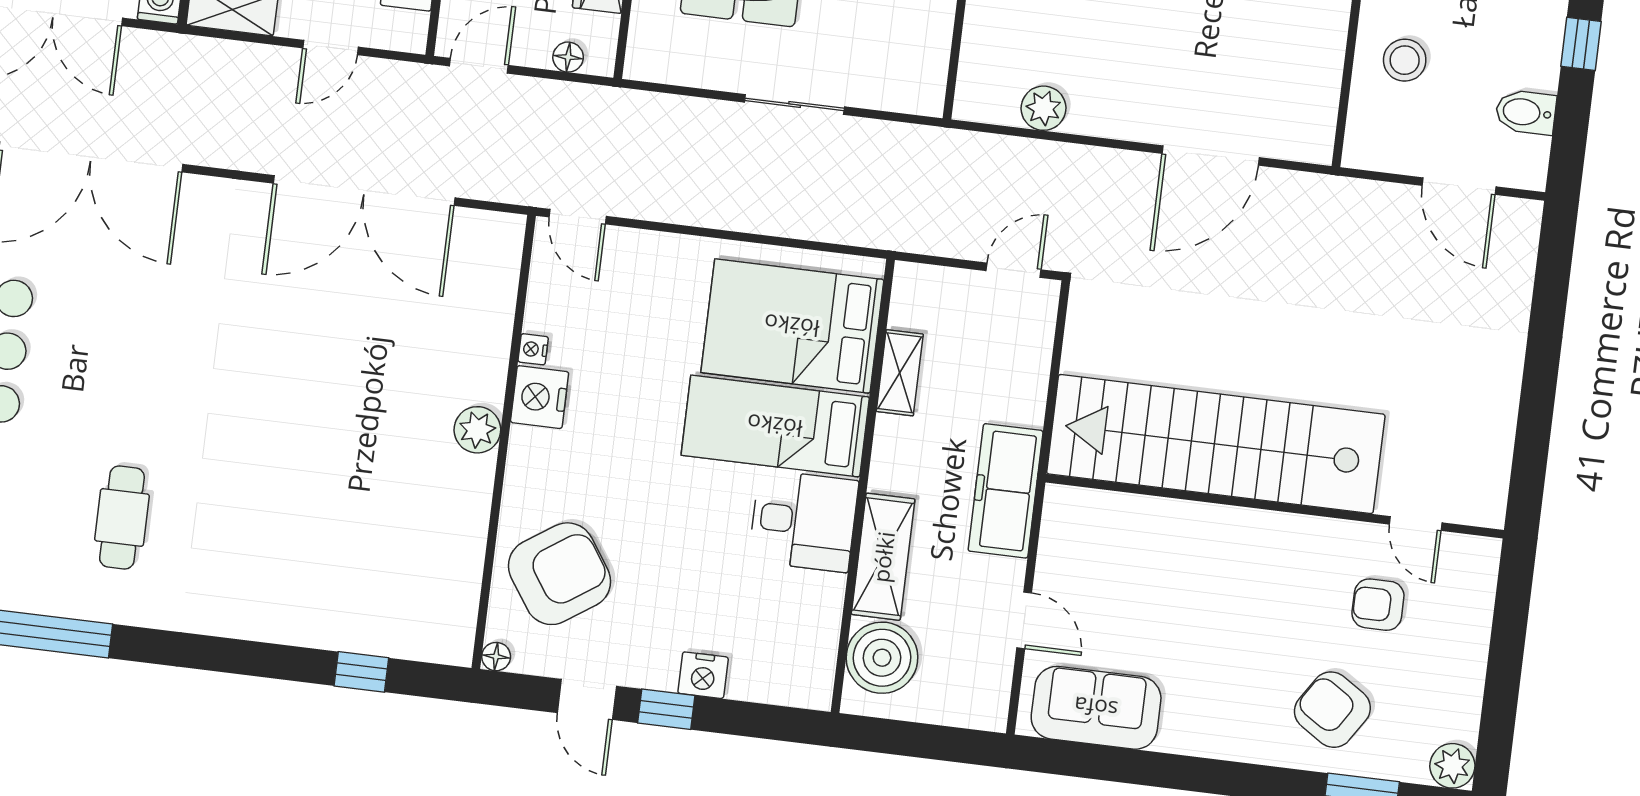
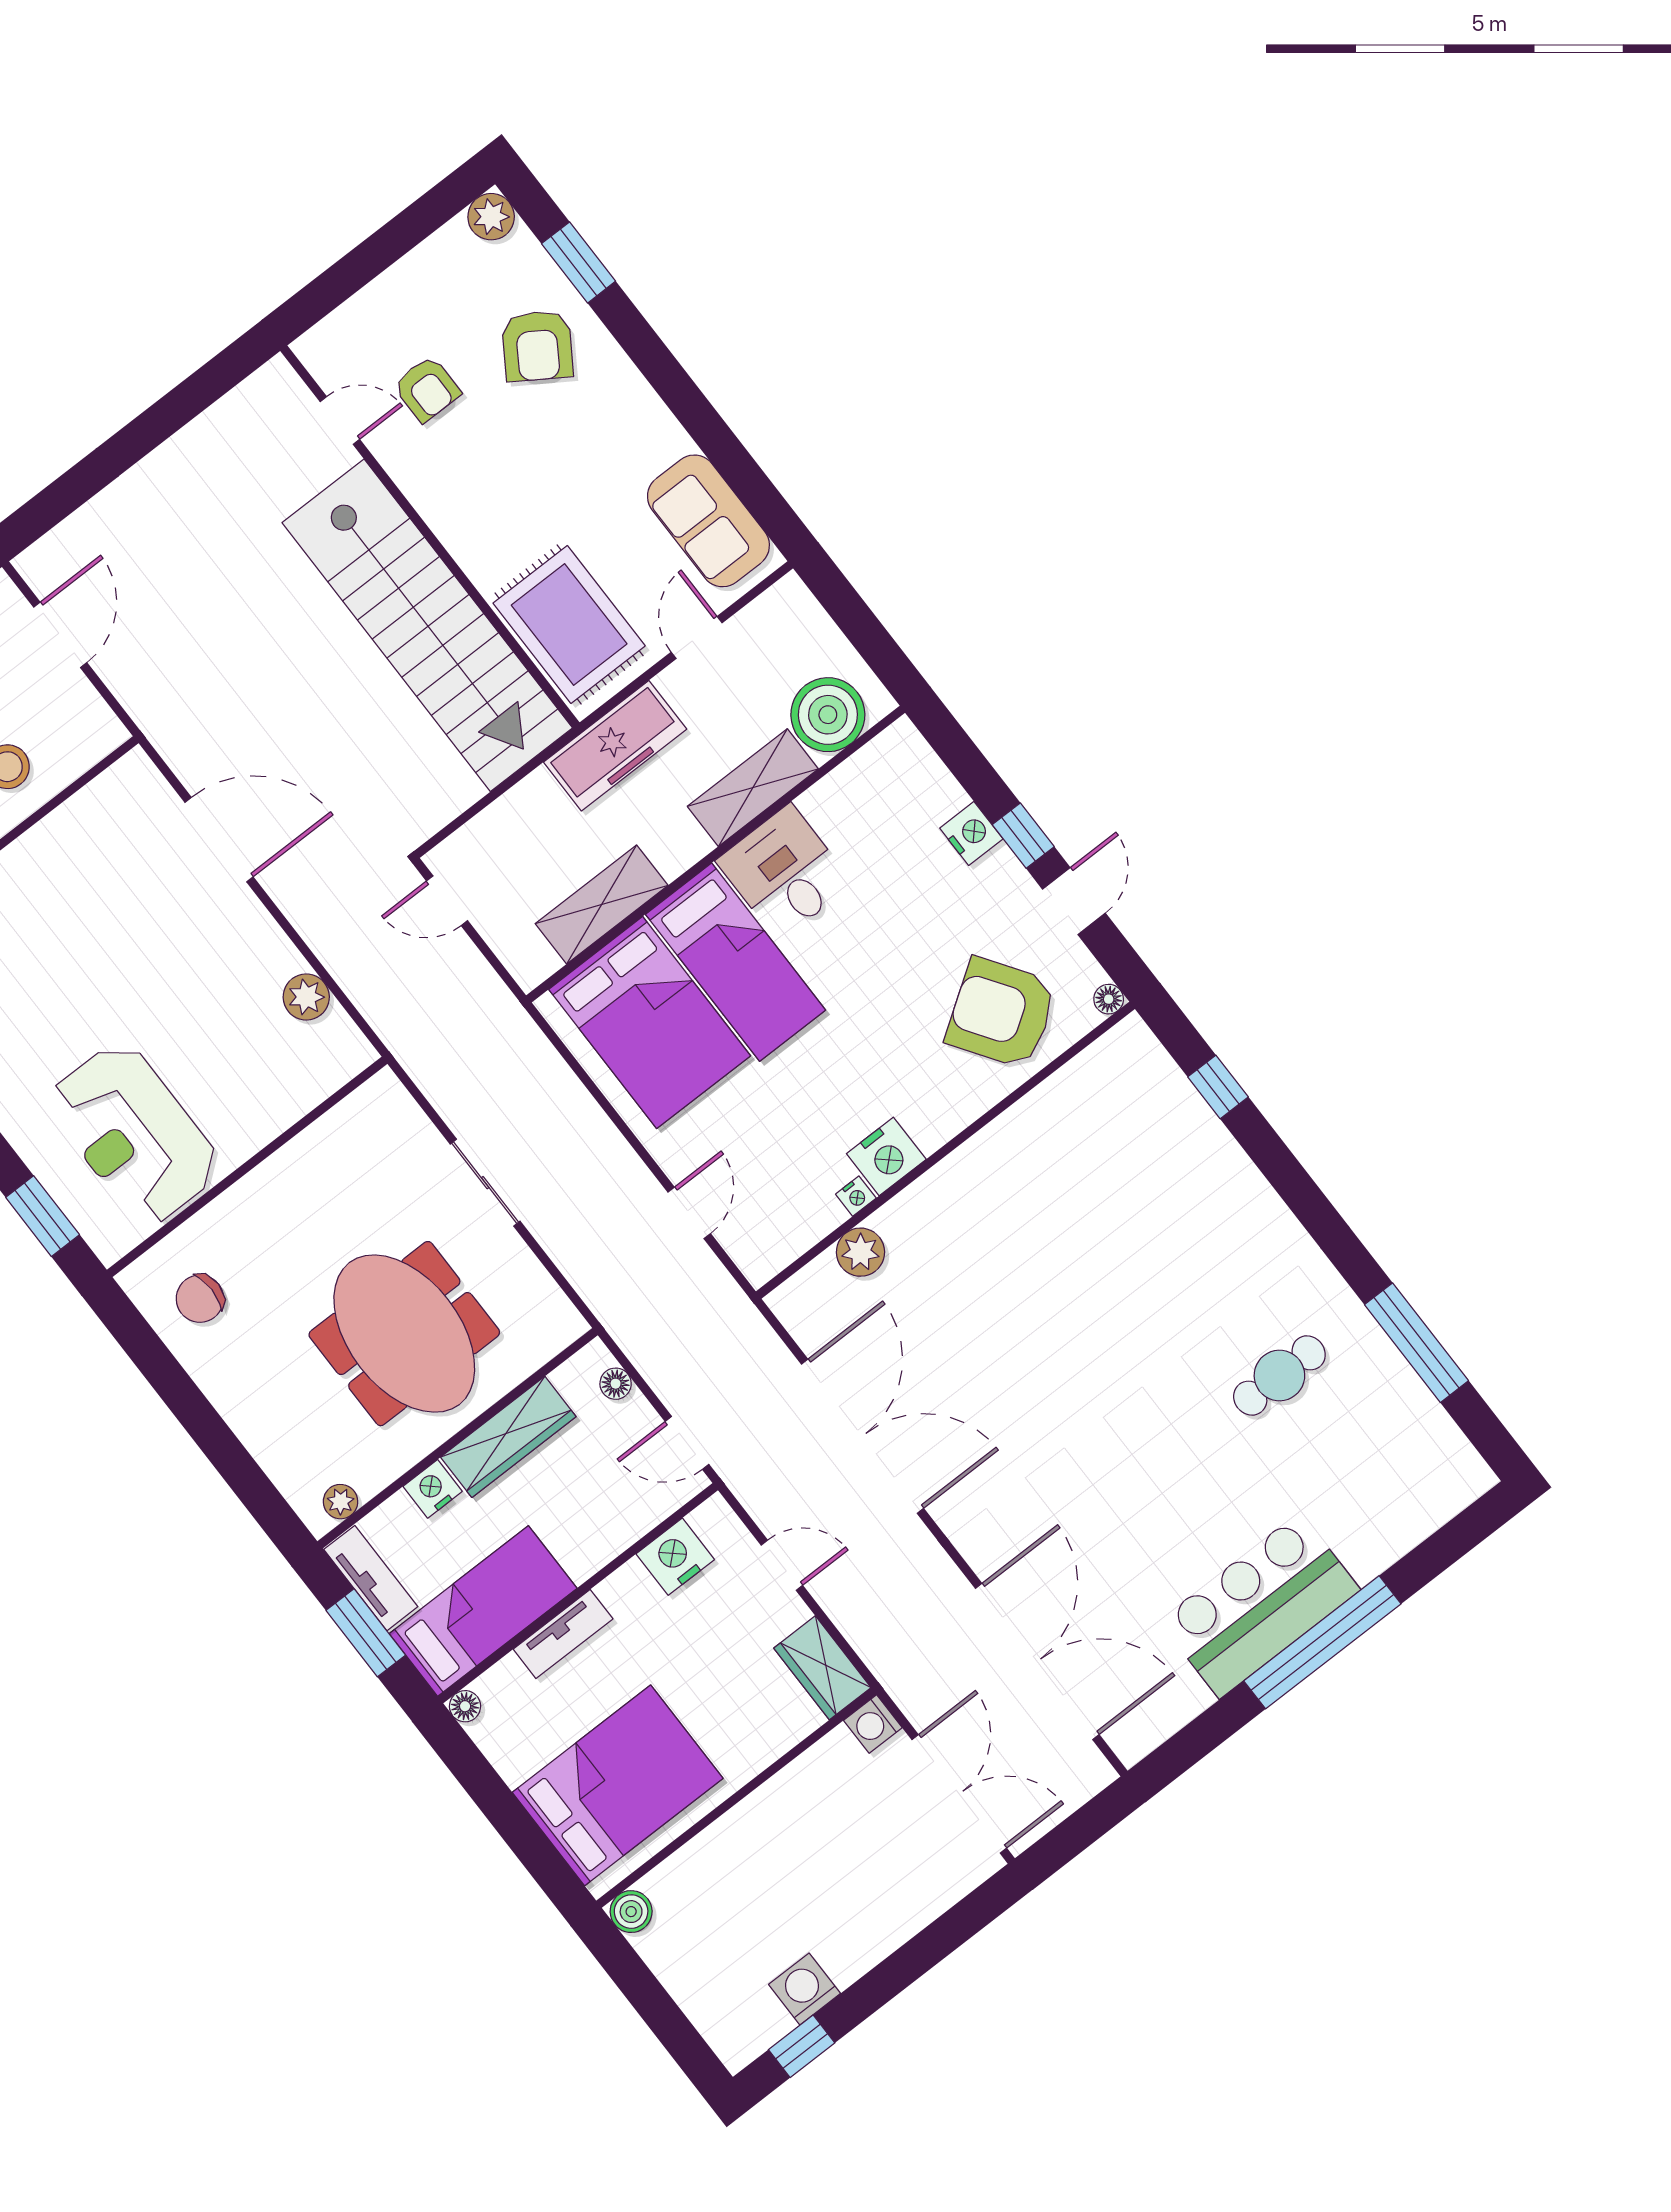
door: (578, 217) -> (689, 1213), moved
shelving: (900, 373) -> (602, 904), width x1.50, depth x1.33
plant: (477, 430) -> (860, 1252), moved
door: (1416, 524) -> (340, 420), hinge flipped
rug: (1120, 542) -> (569, 624), added

